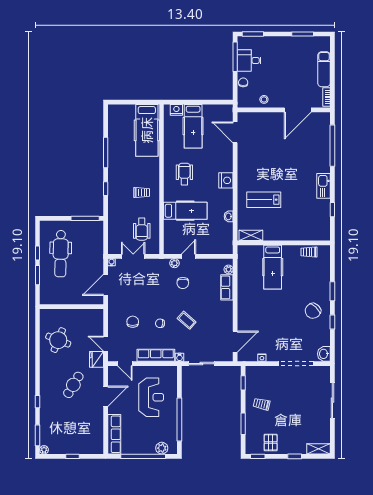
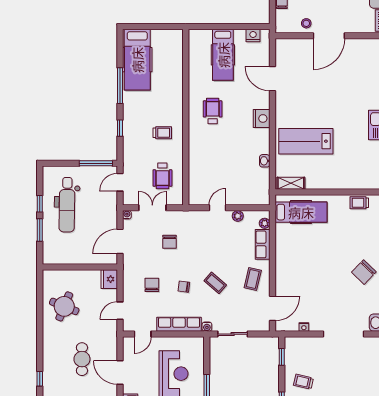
nightstand: (176, 110) -> (253, 36), moved
door: (298, 110) -> (329, 36), moved
hospital bed: (147, 130) -> (137, 60), moved
door: (235, 132) -> (272, 79), moved
lab bench: (264, 200) -> (306, 141), width x1.36, depth x1.39
hospital bed: (185, 211) -> (214, 154), removed
door: (106, 235) -> (120, 182), added
plant: (174, 263) -> (238, 216), moved
hospital bed: (273, 267) -> (301, 212), moved, turned -90
chair: (183, 283) -> (169, 242), moved
coffee table: (218, 317) -> (253, 279), added
door: (106, 344) -> (120, 311), hinge flipped
fridge: (96, 359) -> (109, 279), moved
door: (125, 364) -> (143, 334), hinge flipped
cafe table: (73, 385) -> (82, 359), turned -31
door: (106, 396) -> (120, 372), swing flipped

